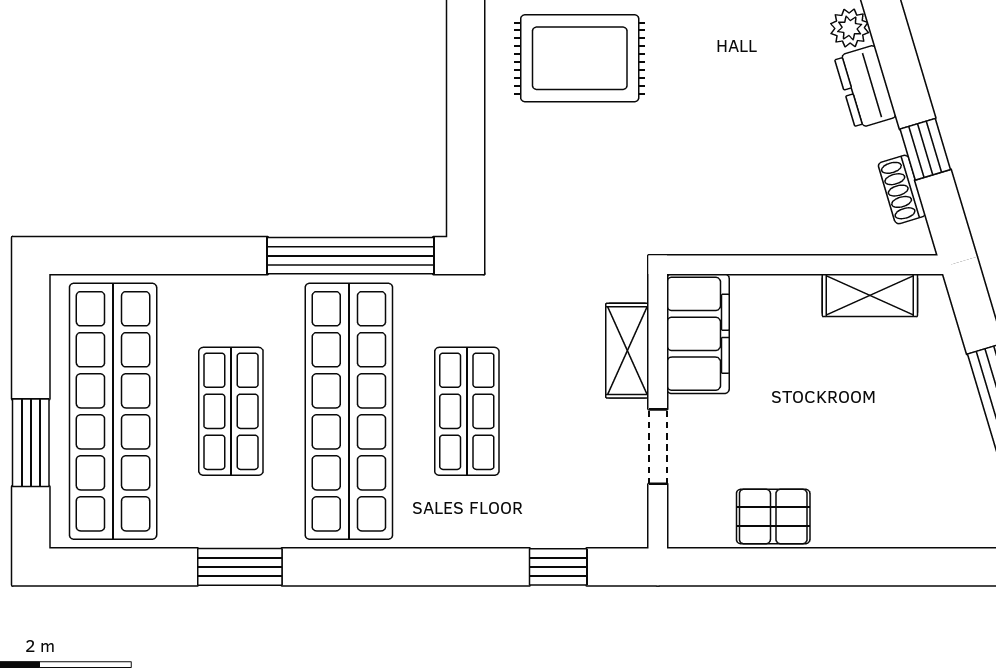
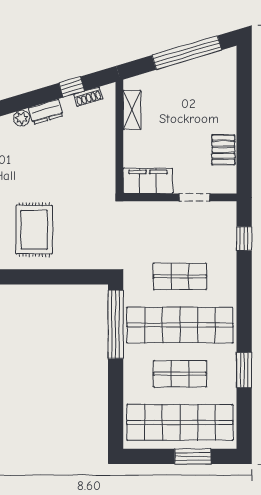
shelving: (627, 351) -> (155, 210), removed

